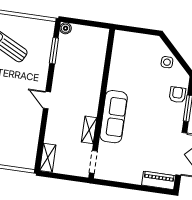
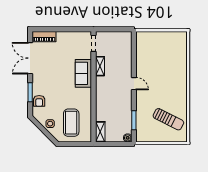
coffee table: (138, 59) -> (71, 123), added
sofa: (114, 117) -> (83, 73), width x0.73
shelving: (48, 158) -> (100, 132), moved

